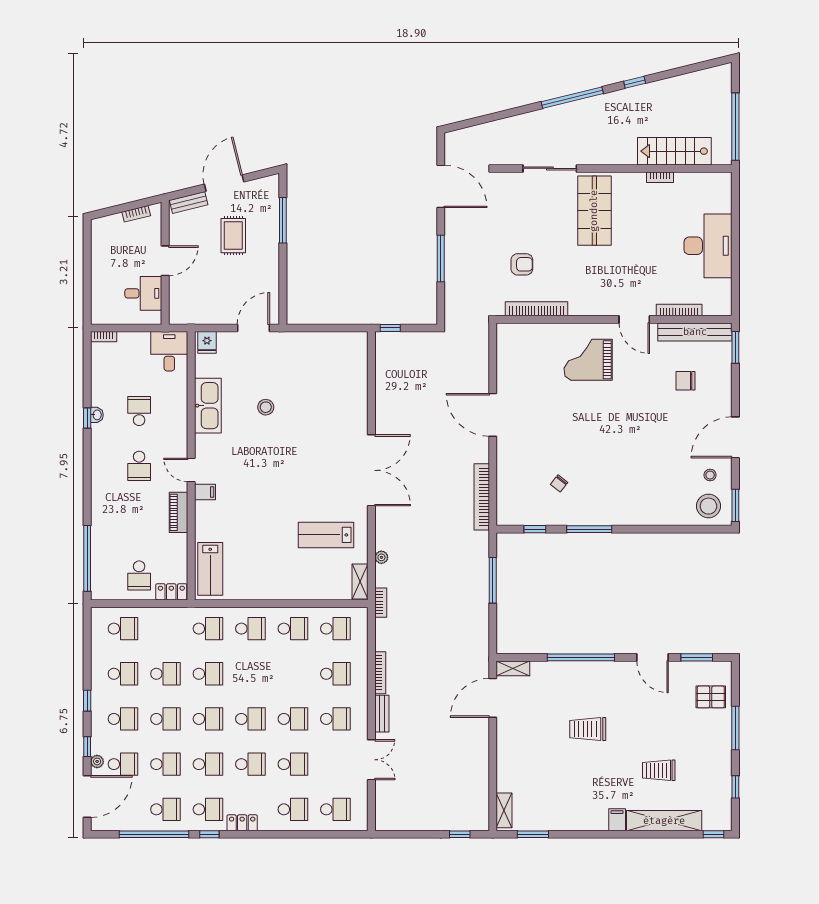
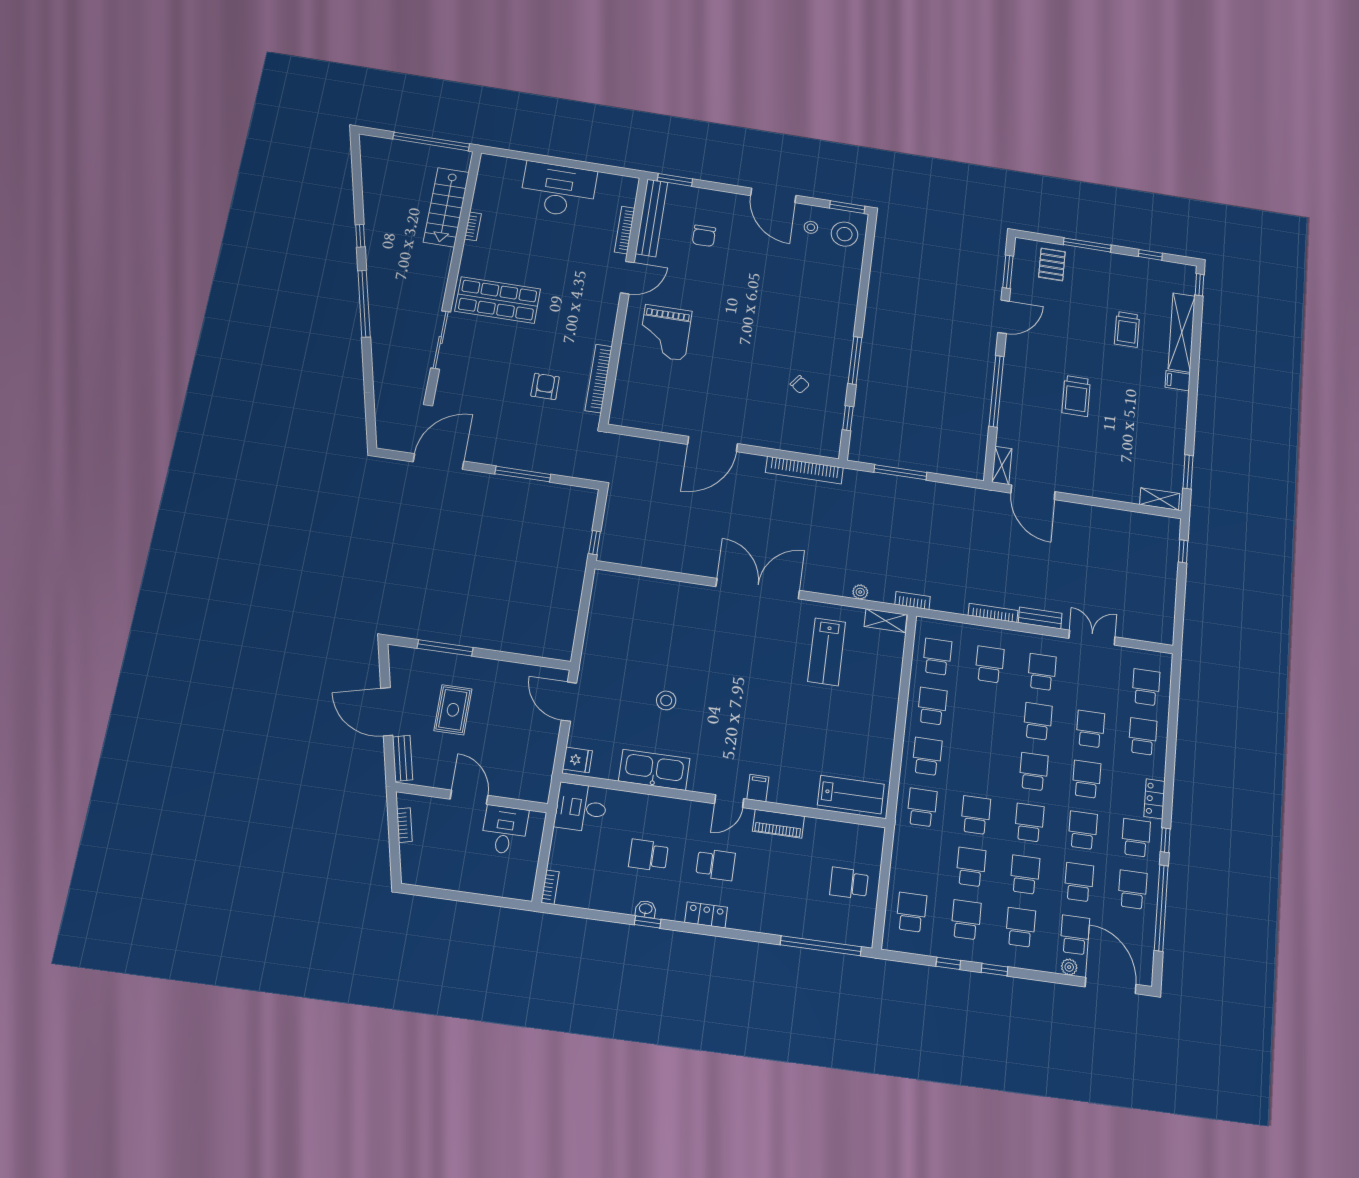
rug: (233, 236) -> (453, 710), turned 90
school desk: (139, 575) -> (849, 883), turned 180
locker: (171, 592) -> (706, 915), moved, turned 90
window: (87, 747) -> (948, 963), moved

